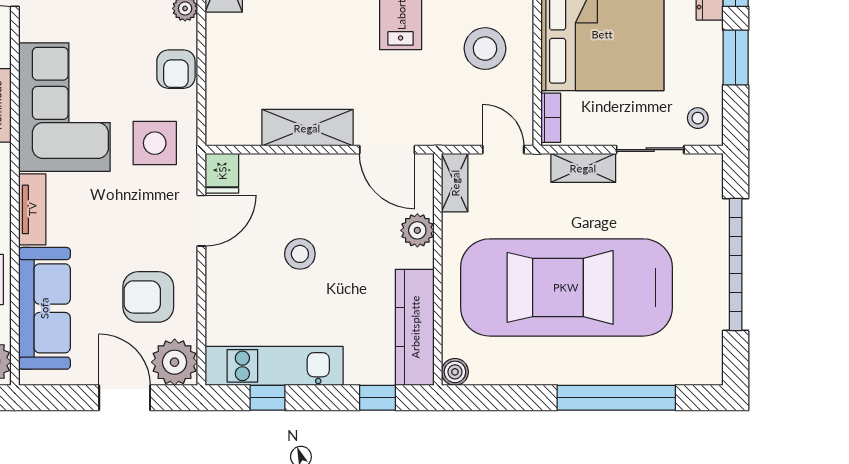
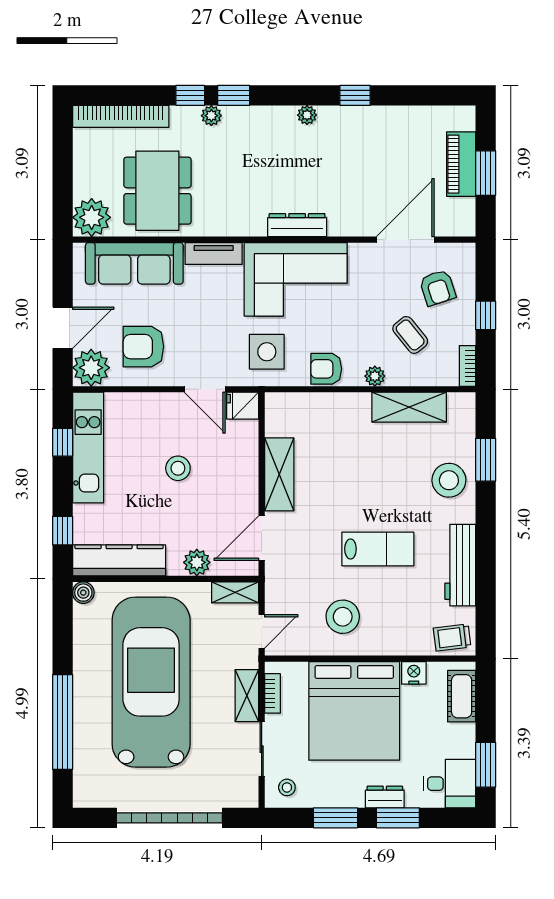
bookcase: (551, 118) -> (272, 693), moved, turned -90
armchair: (148, 297) -> (143, 347), turned -90

